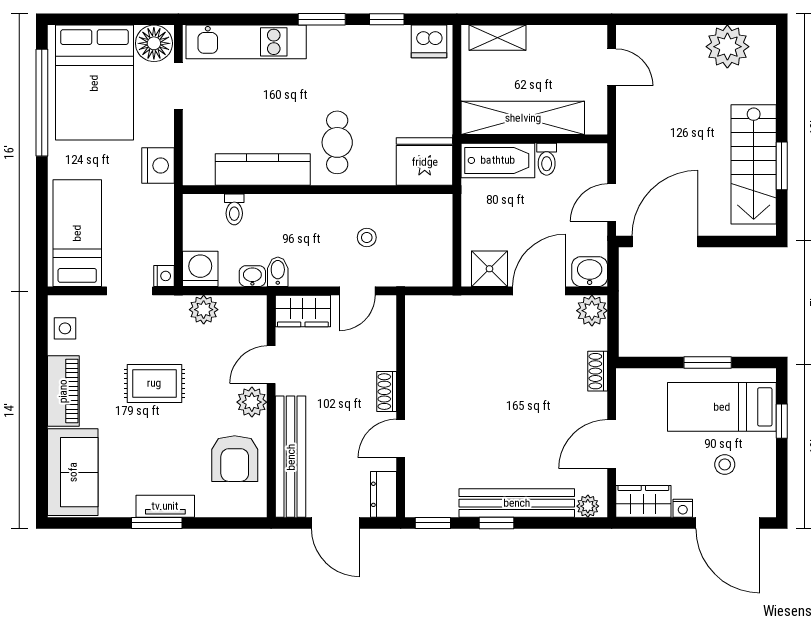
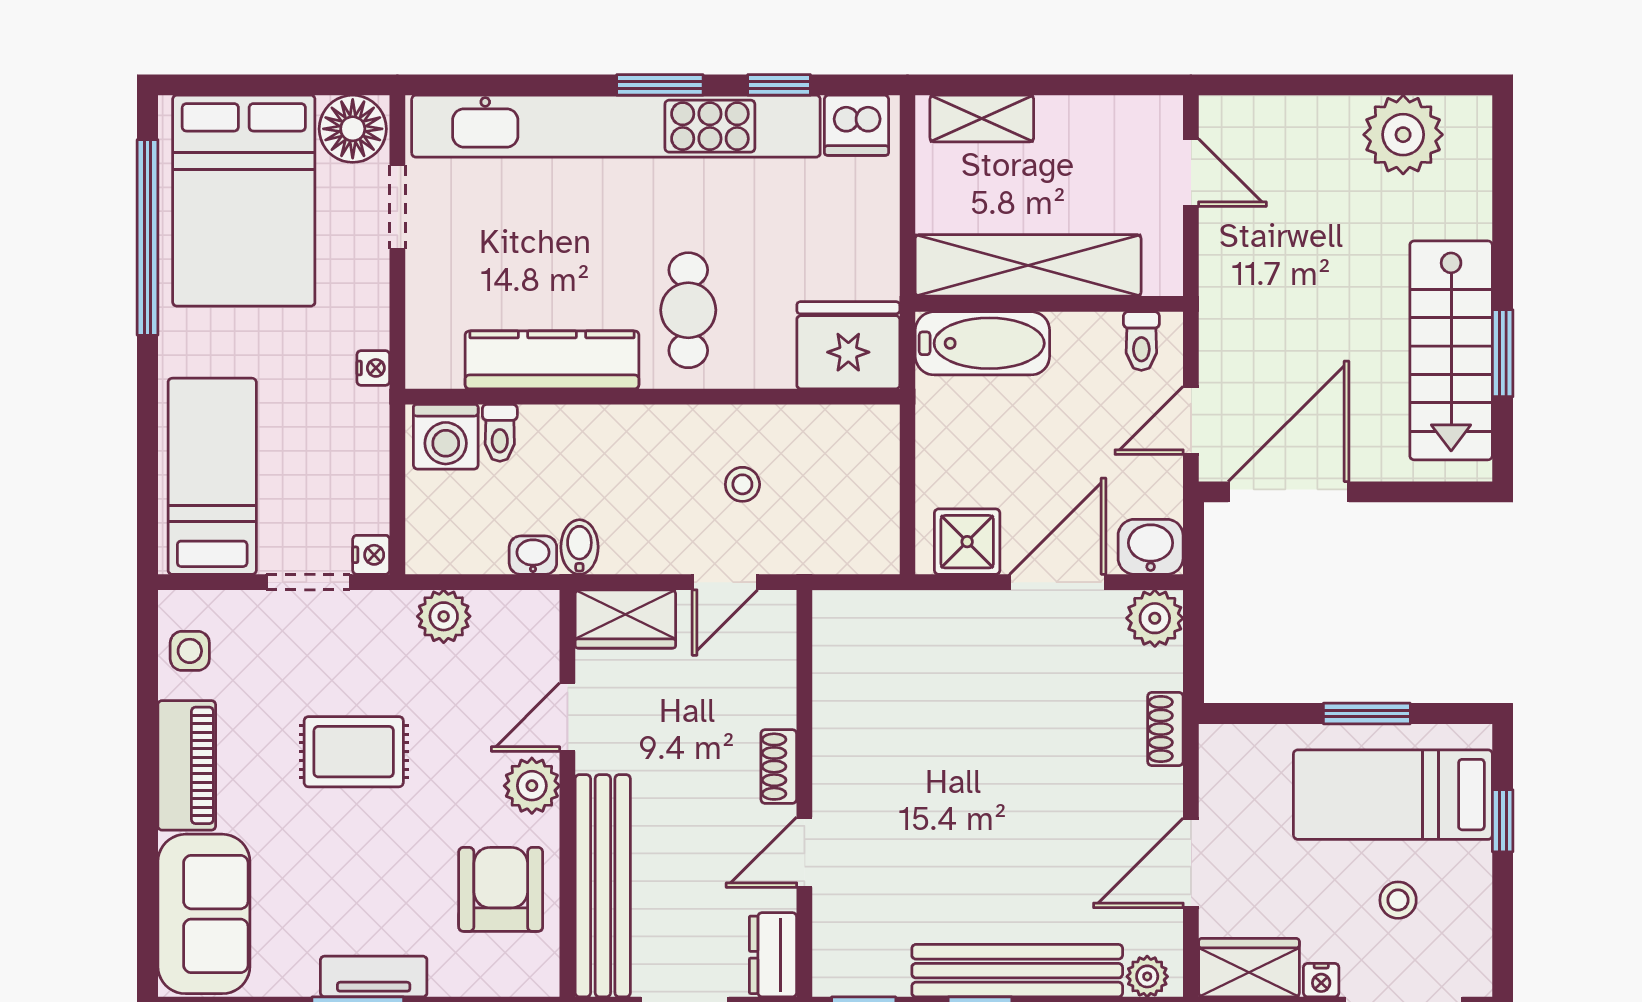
kitchen unit: (246, 42) -> (616, 126), width x1.86
toilet: (547, 159) -> (1141, 341), moved
nightstand: (158, 166) -> (373, 368), width x0.53, depth x0.56
washing machine: (200, 269) -> (446, 437), moved, turned 180
armchair: (235, 459) -> (501, 889), turned 180

